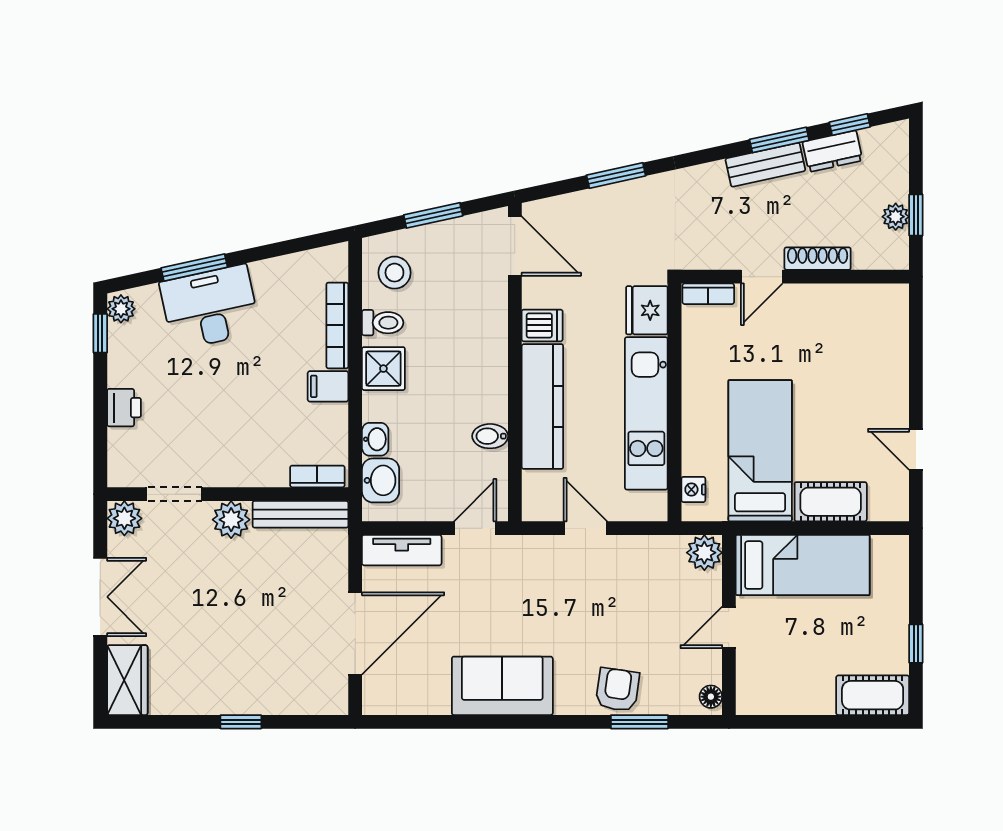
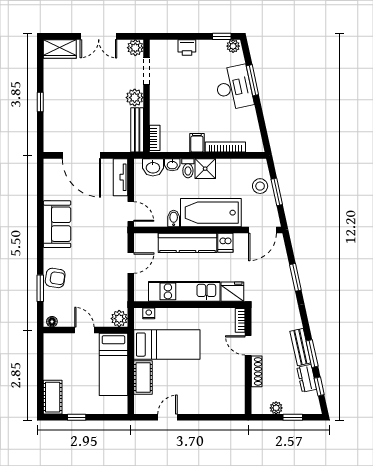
window: (916, 215) -> (293, 417), moved
stool: (394, 273) -> (260, 186), moved
toilet: (383, 323) -> (188, 168), moved
bathtub: (478, 357) -> (211, 213), added

